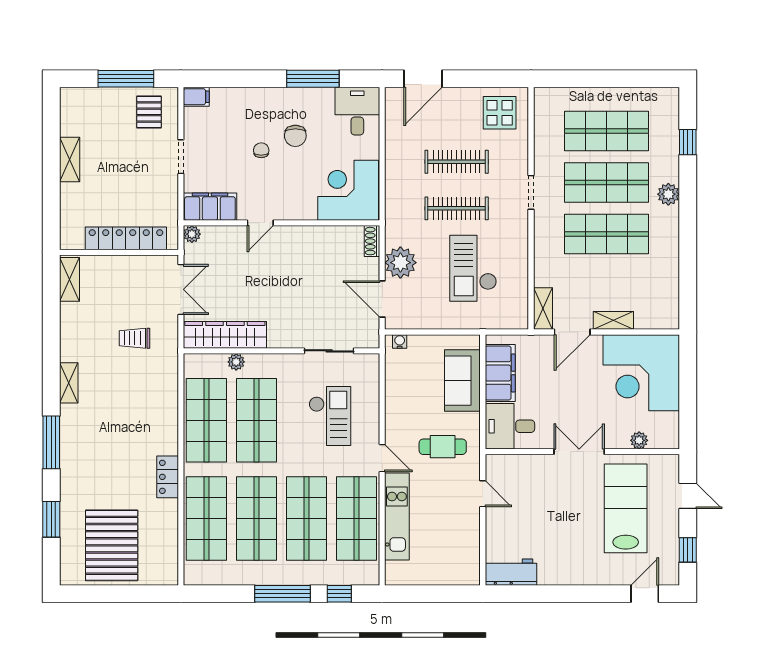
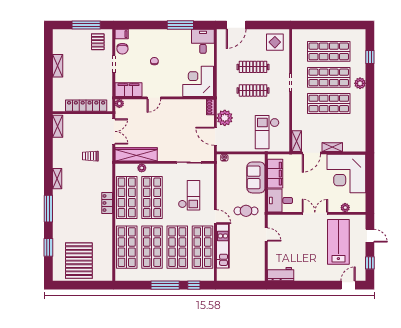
chair: (295, 136) -> (122, 49), moved
checkout: (473, 268) -> (267, 132), moved
locker: (168, 477) -> (107, 203), moved

